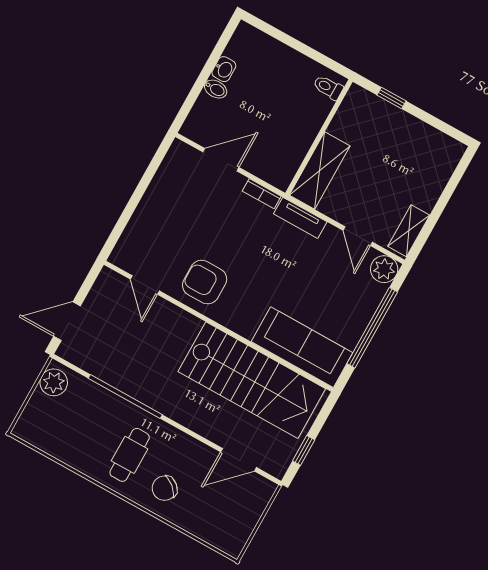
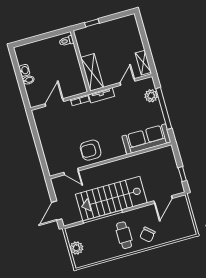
door: (358, 236) -> (128, 82), swing flipped
plant: (384, 269) -> (151, 96), moved
stairs: (252, 380) -> (111, 199), moved, turned 180
plant: (54, 382) -> (76, 248), moved

